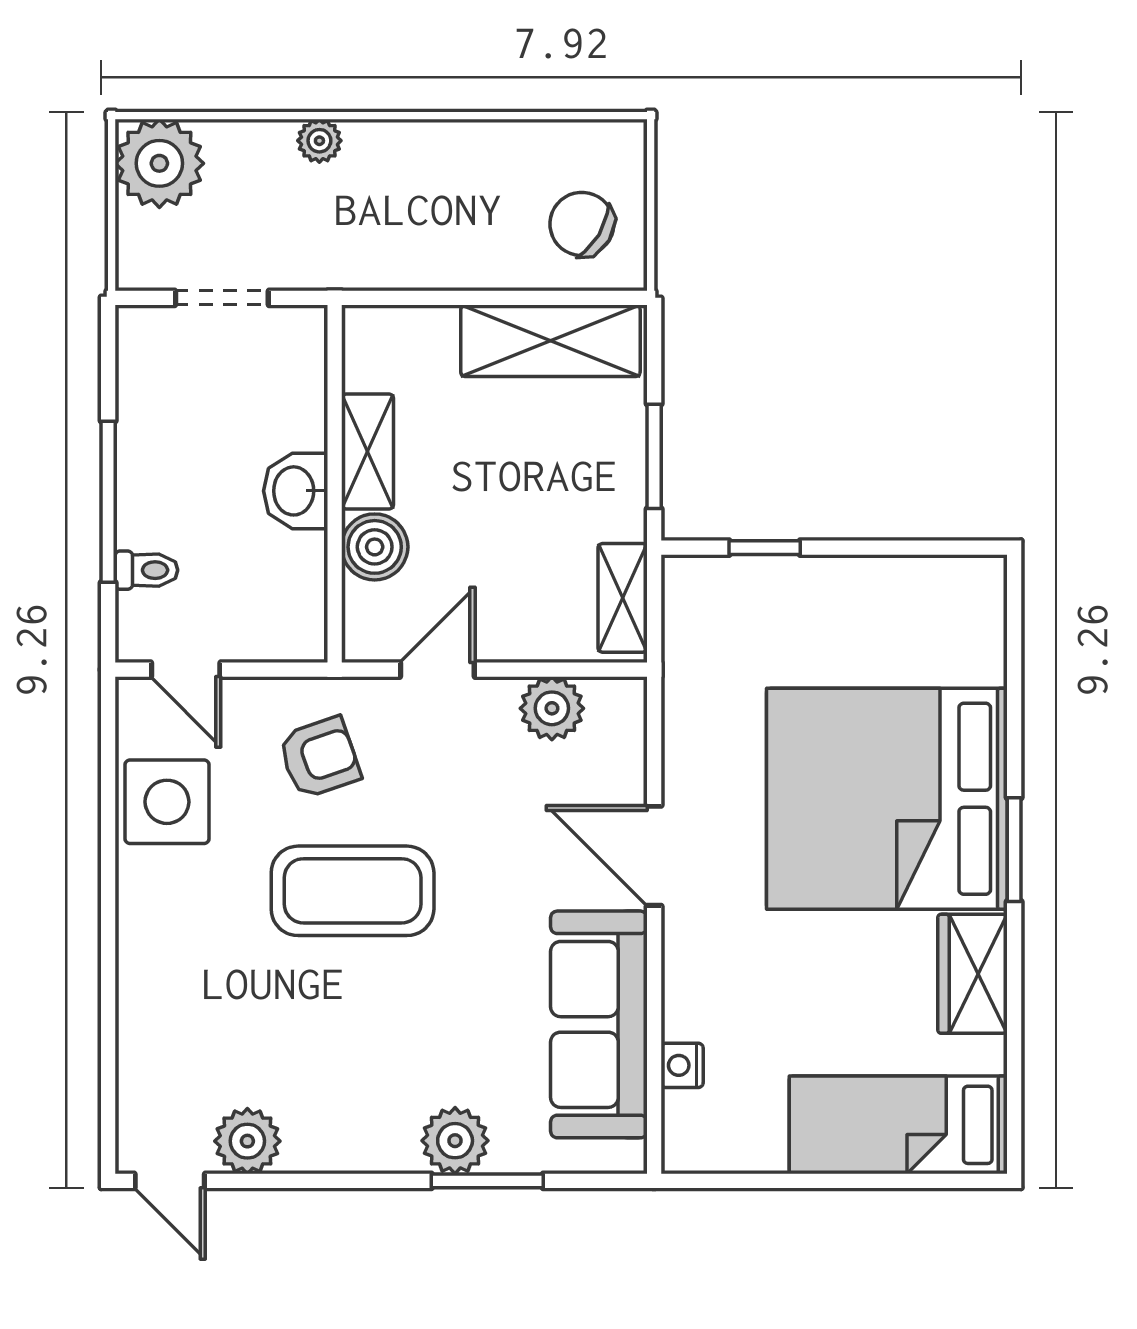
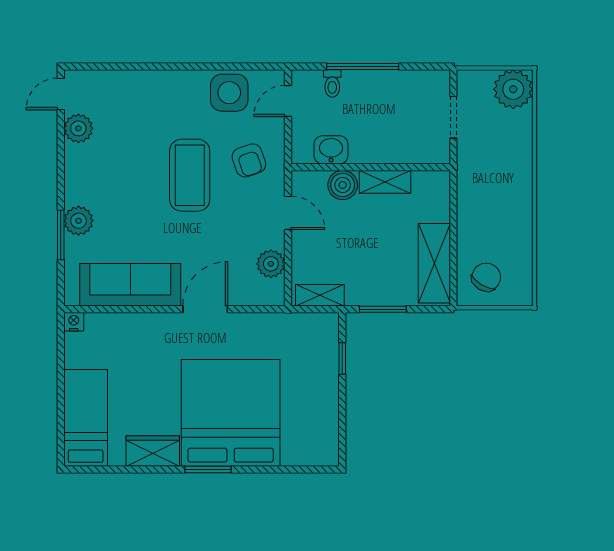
plant: (319, 141) -> (523, 160), removed
washbasin: (296, 491) -> (331, 150), moved
nightstand: (682, 1065) -> (74, 322), moved

